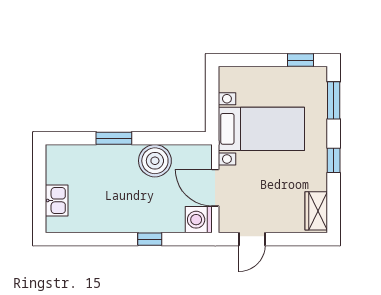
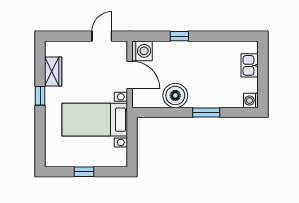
window: (301, 60) -> (84, 172), moved
window: (334, 100) -> (40, 141), removed
washing machine: (55, 154) -> (251, 100), added
wardrobe: (316, 211) -> (53, 72), moved

